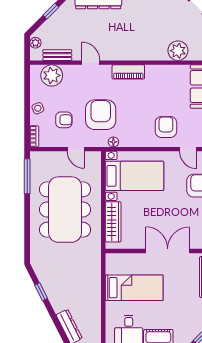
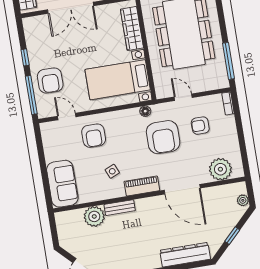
bench: (57, 55) -> (120, 208), moved
door: (91, 63) -> (182, 189), width x1.88
side table: (38, 108) -> (112, 171), moved

